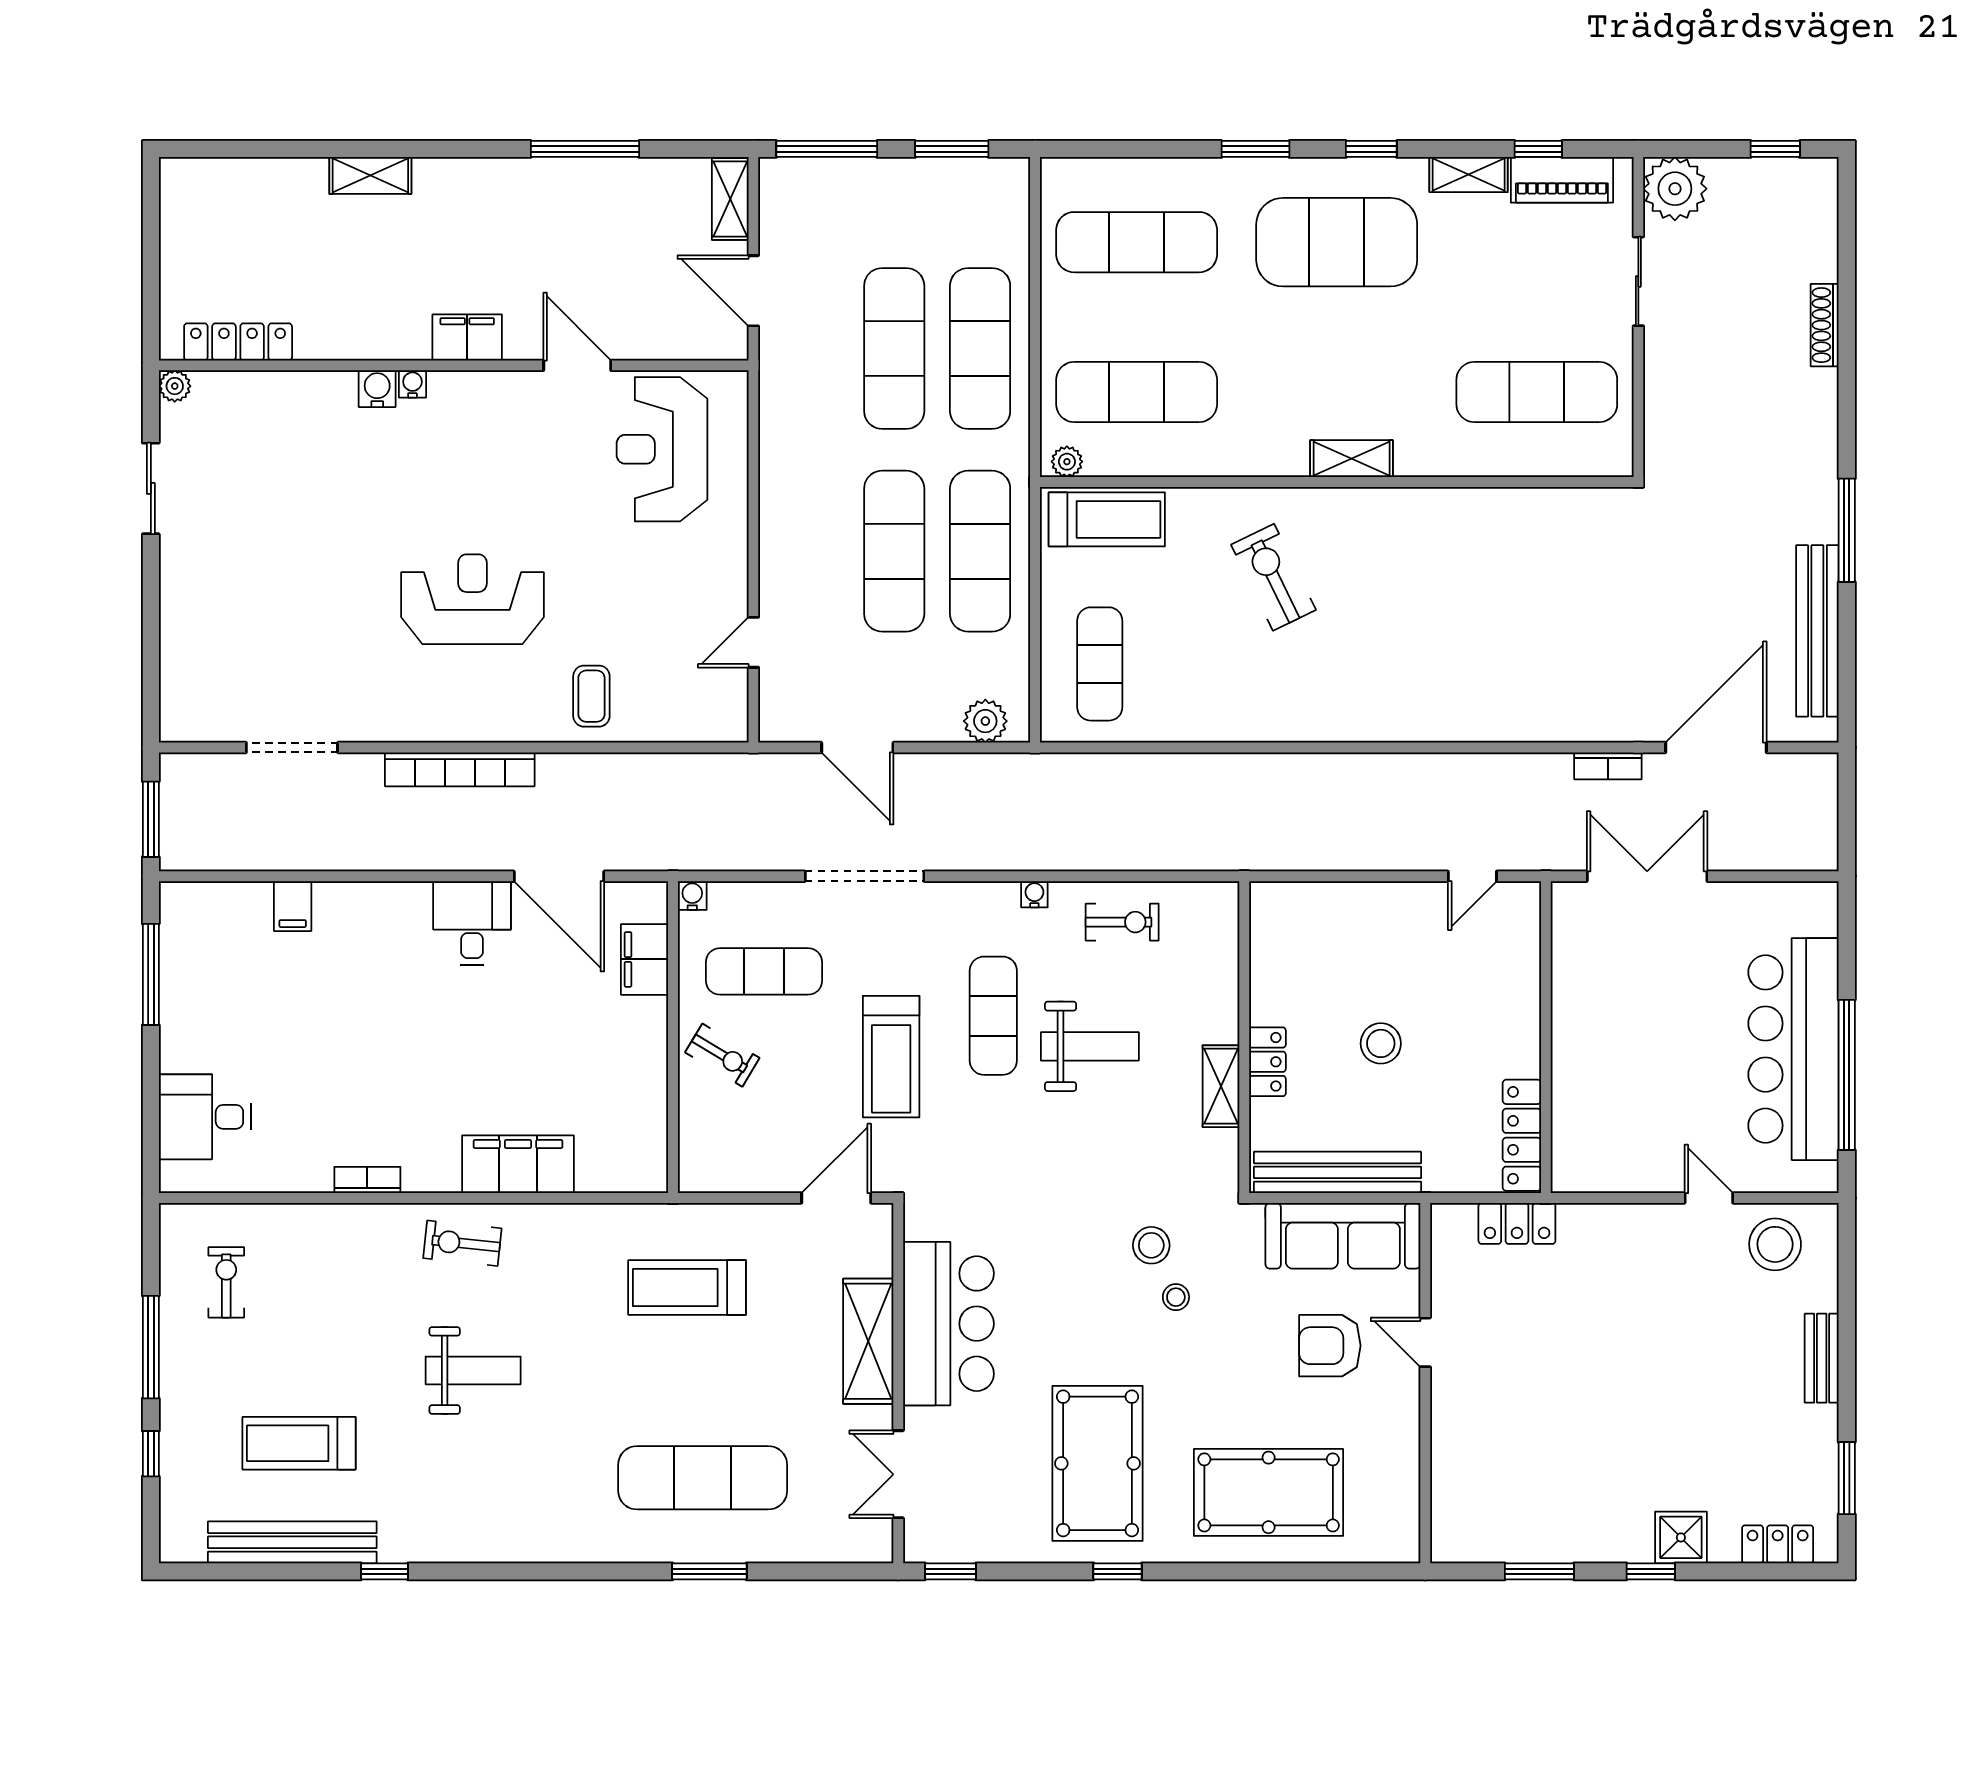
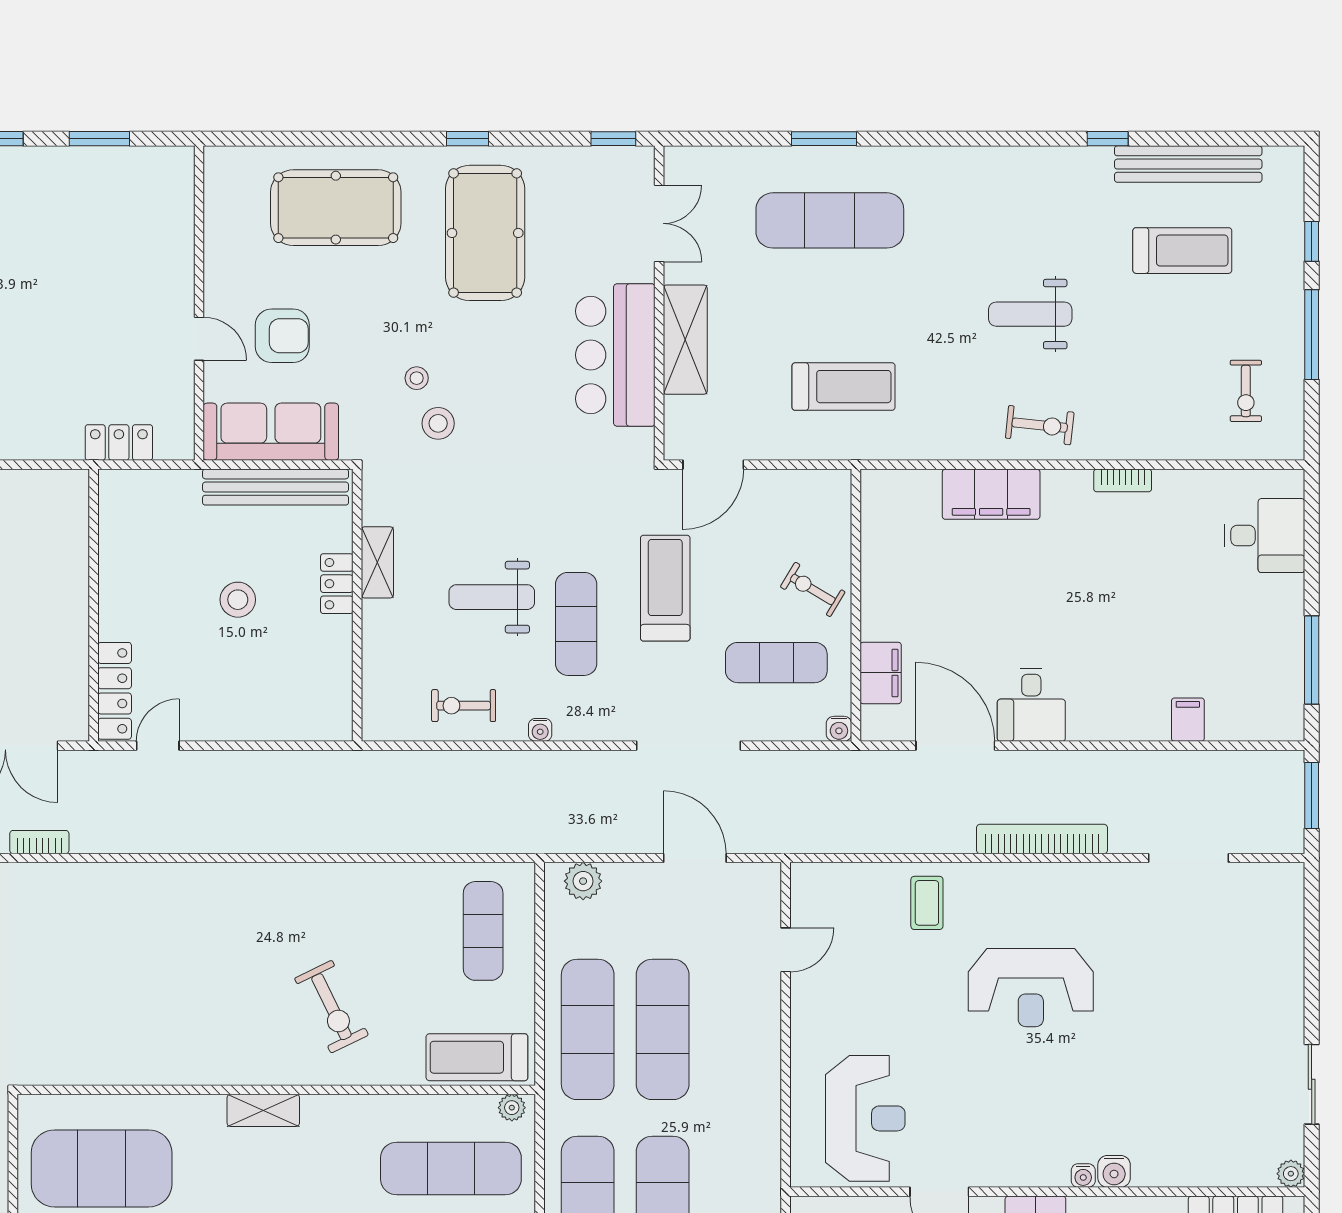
exercise mat: (1537, 392) -> (102, 1168), width x1.47
locker: (1522, 1135) -> (115, 691), moved

